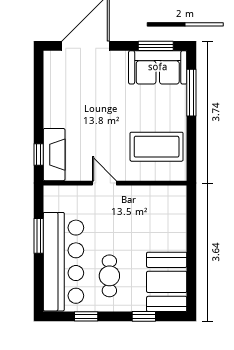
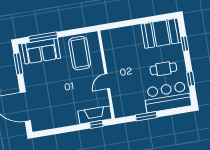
sofa: (158, 67) -> (41, 51), moved, turned 90
bar counter: (63, 262) -> (167, 97), width x0.73

